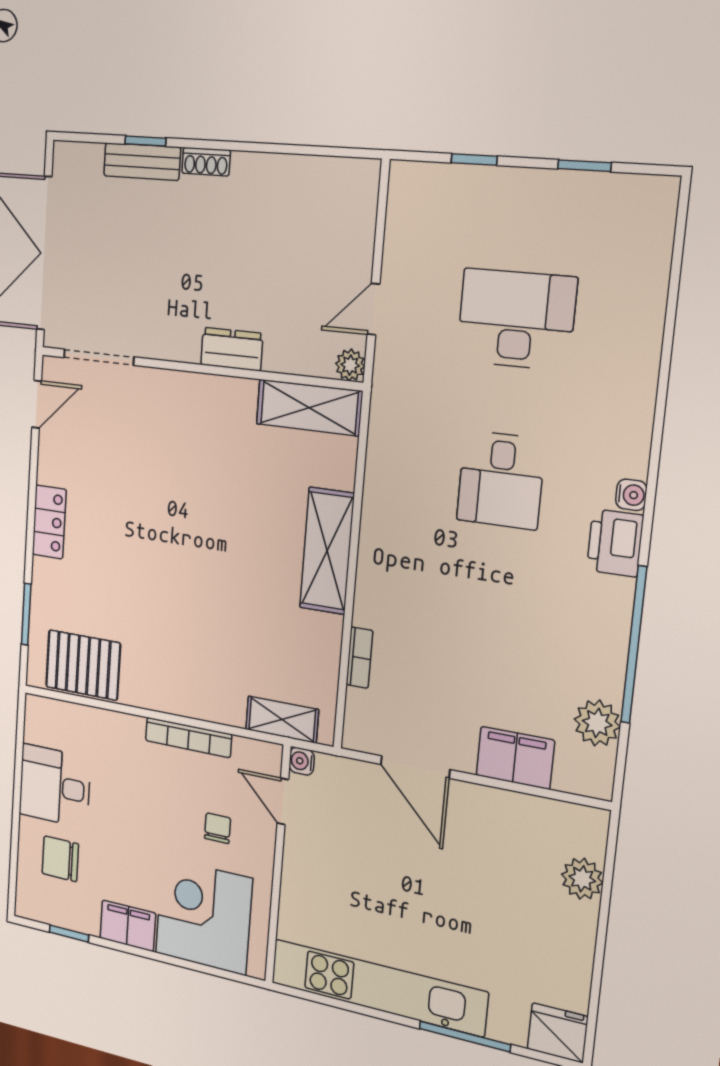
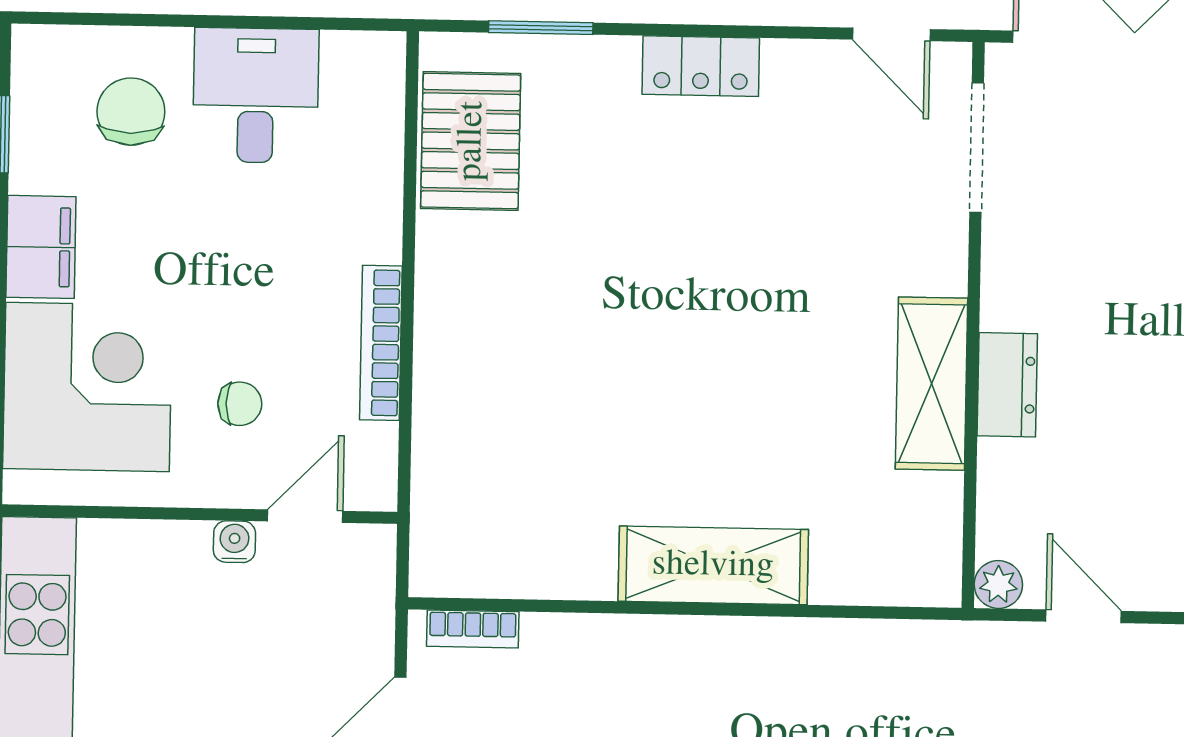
shelving: (309, 408) -> (932, 384), moved
bookcase: (359, 658) -> (473, 629), moved
shelving: (282, 719) -> (437, 507), removed
water cooler: (302, 761) -> (234, 542), moved

